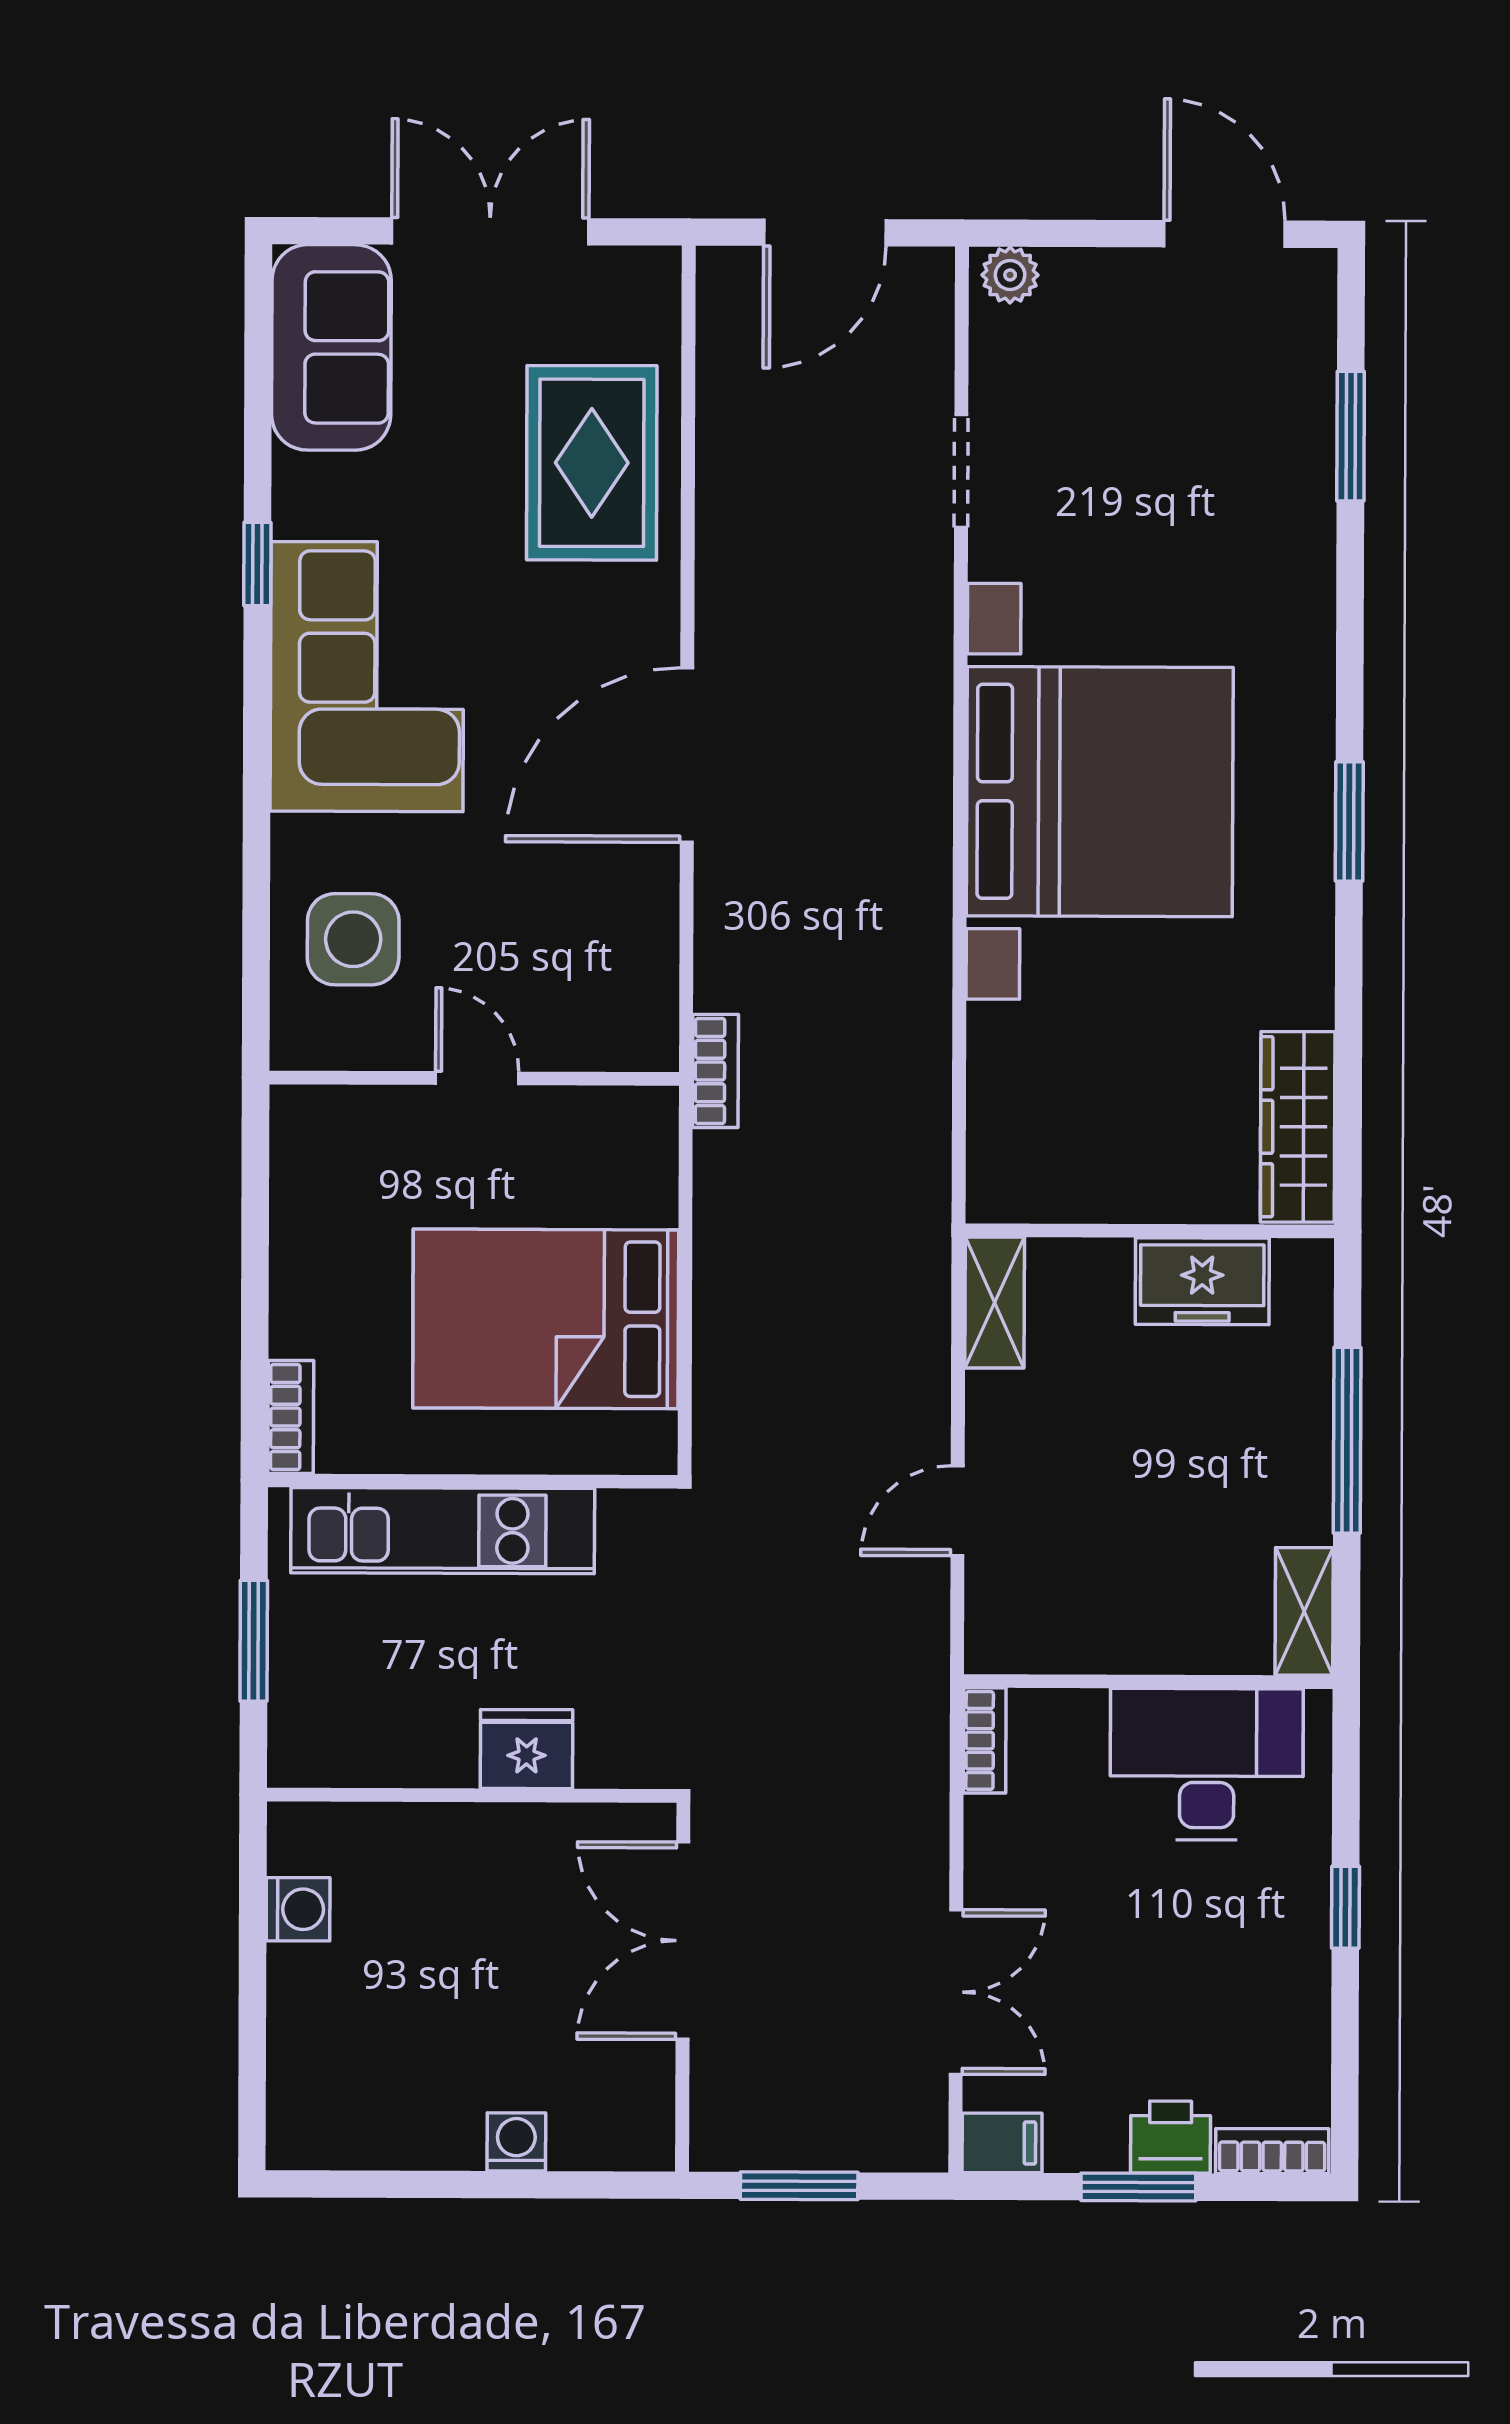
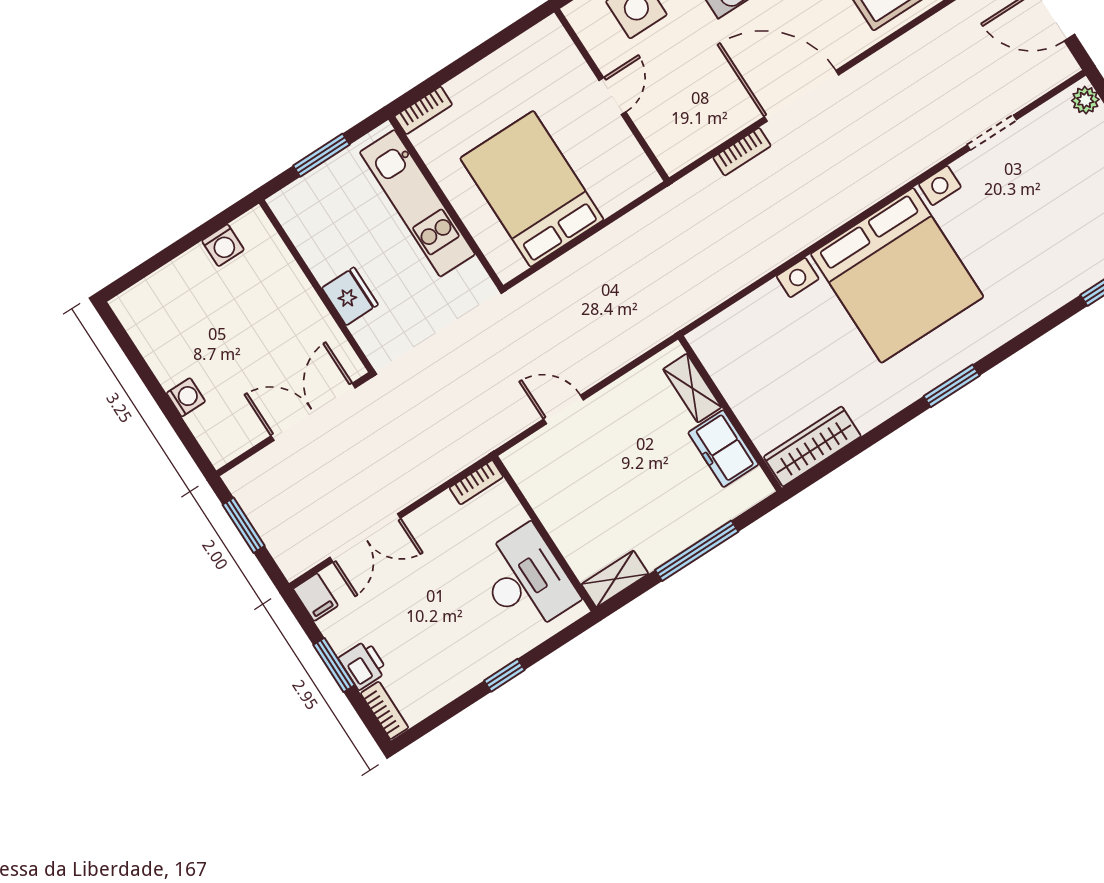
bookcase: (715, 1071) -> (742, 152), moved
shelving: (995, 1303) -> (692, 388), moved, turned 90

